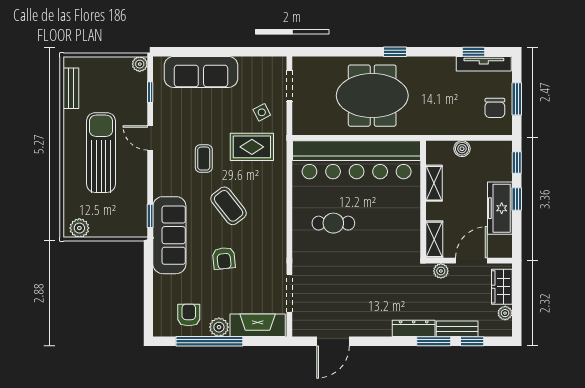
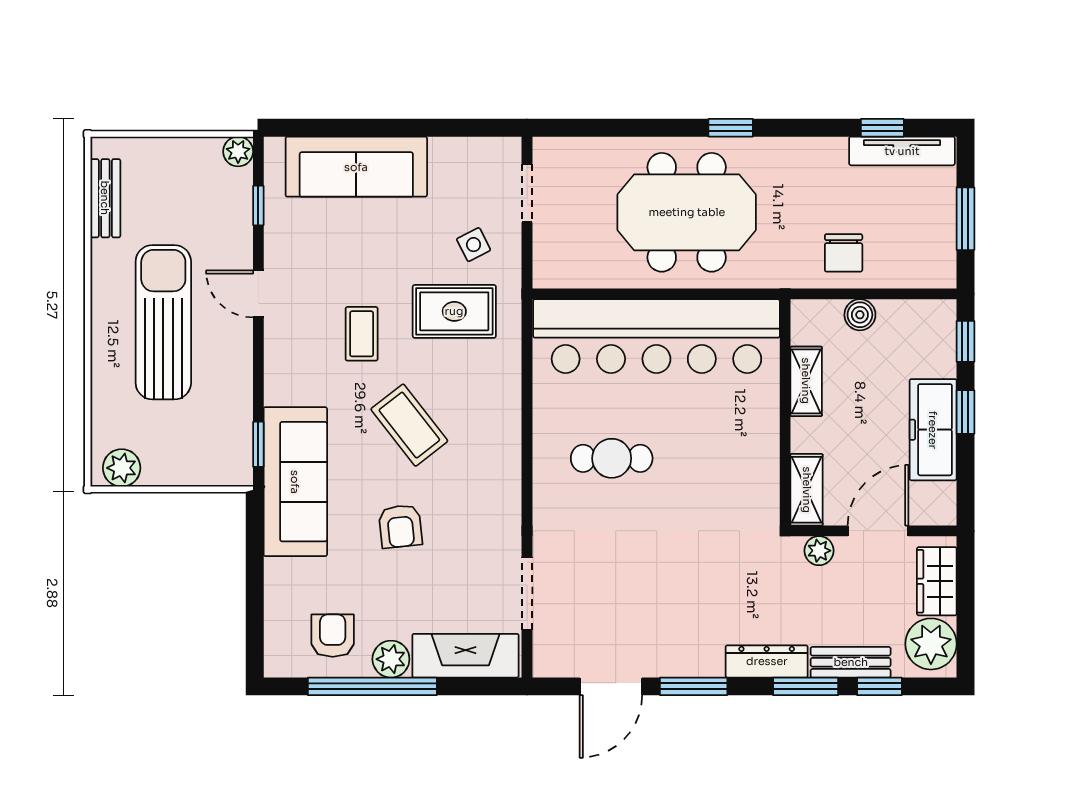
chair: (495, 108) -> (844, 253), moved
plant: (505, 313) -> (931, 644), width x1.88, depth x1.88
window: (376, 341) -> (694, 686), added

